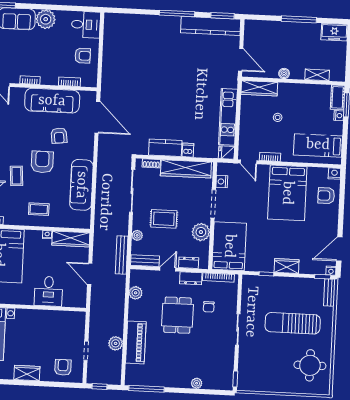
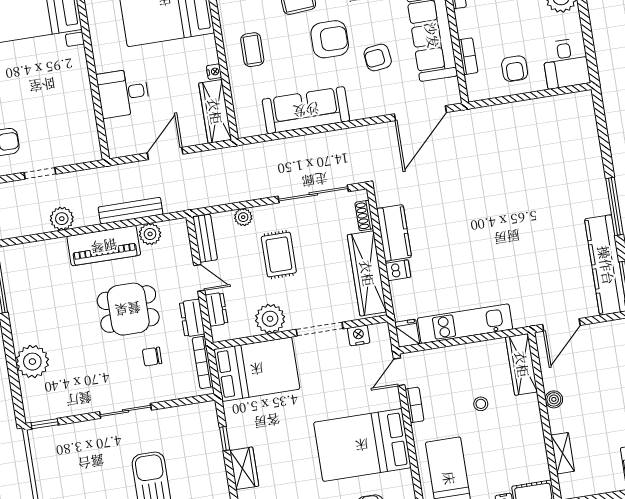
bench: (122, 255) -> (131, 211), moved
piano: (136, 342) -> (104, 246), moved
plant: (197, 383) -> (32, 362), width x1.88, depth x1.88

